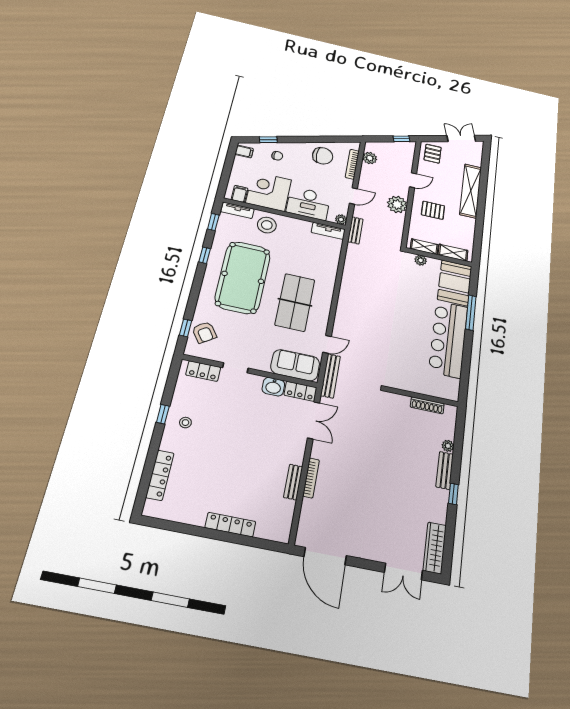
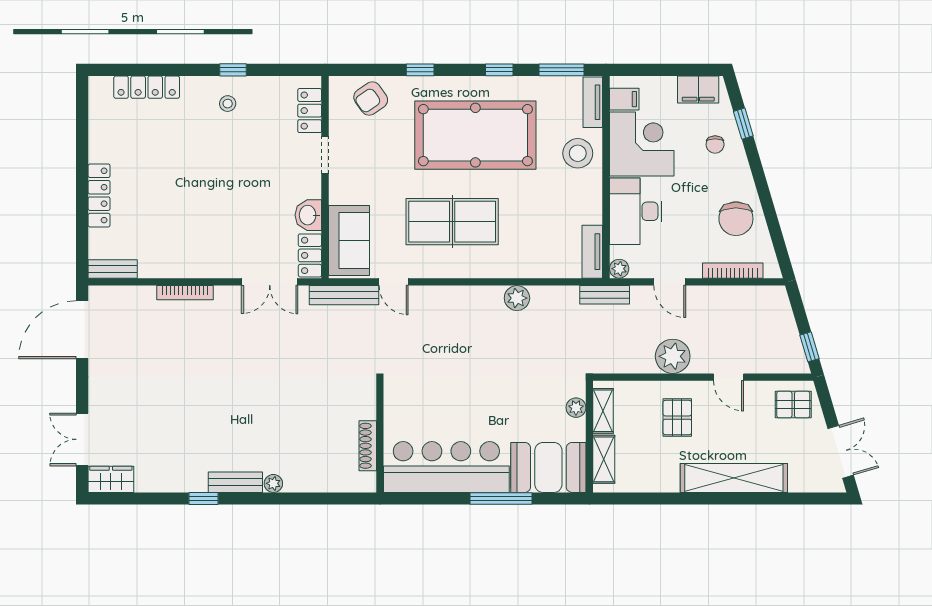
filing cabinet: (244, 152) -> (698, 90), width x2.00
plant: (370, 158) -> (517, 298), moved
window: (213, 222) -> (561, 70), width x1.50
window: (185, 328) -> (420, 70), moved
wall: (422, 397) -> (380, 437), moved
shoe rack: (427, 405) -> (368, 446), moved
bench: (293, 482) -> (113, 269), moved
wardrobe: (435, 548) -> (111, 479), width x0.67

